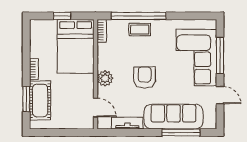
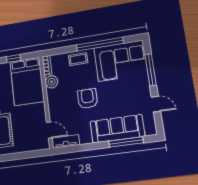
window: (139, 16) -> (100, 44), moved
corner sofa: (196, 57) -> (121, 61), moved, turned -90
plant: (105, 78) -> (52, 82), moved
tv unit: (127, 123) -> (66, 141), moved

